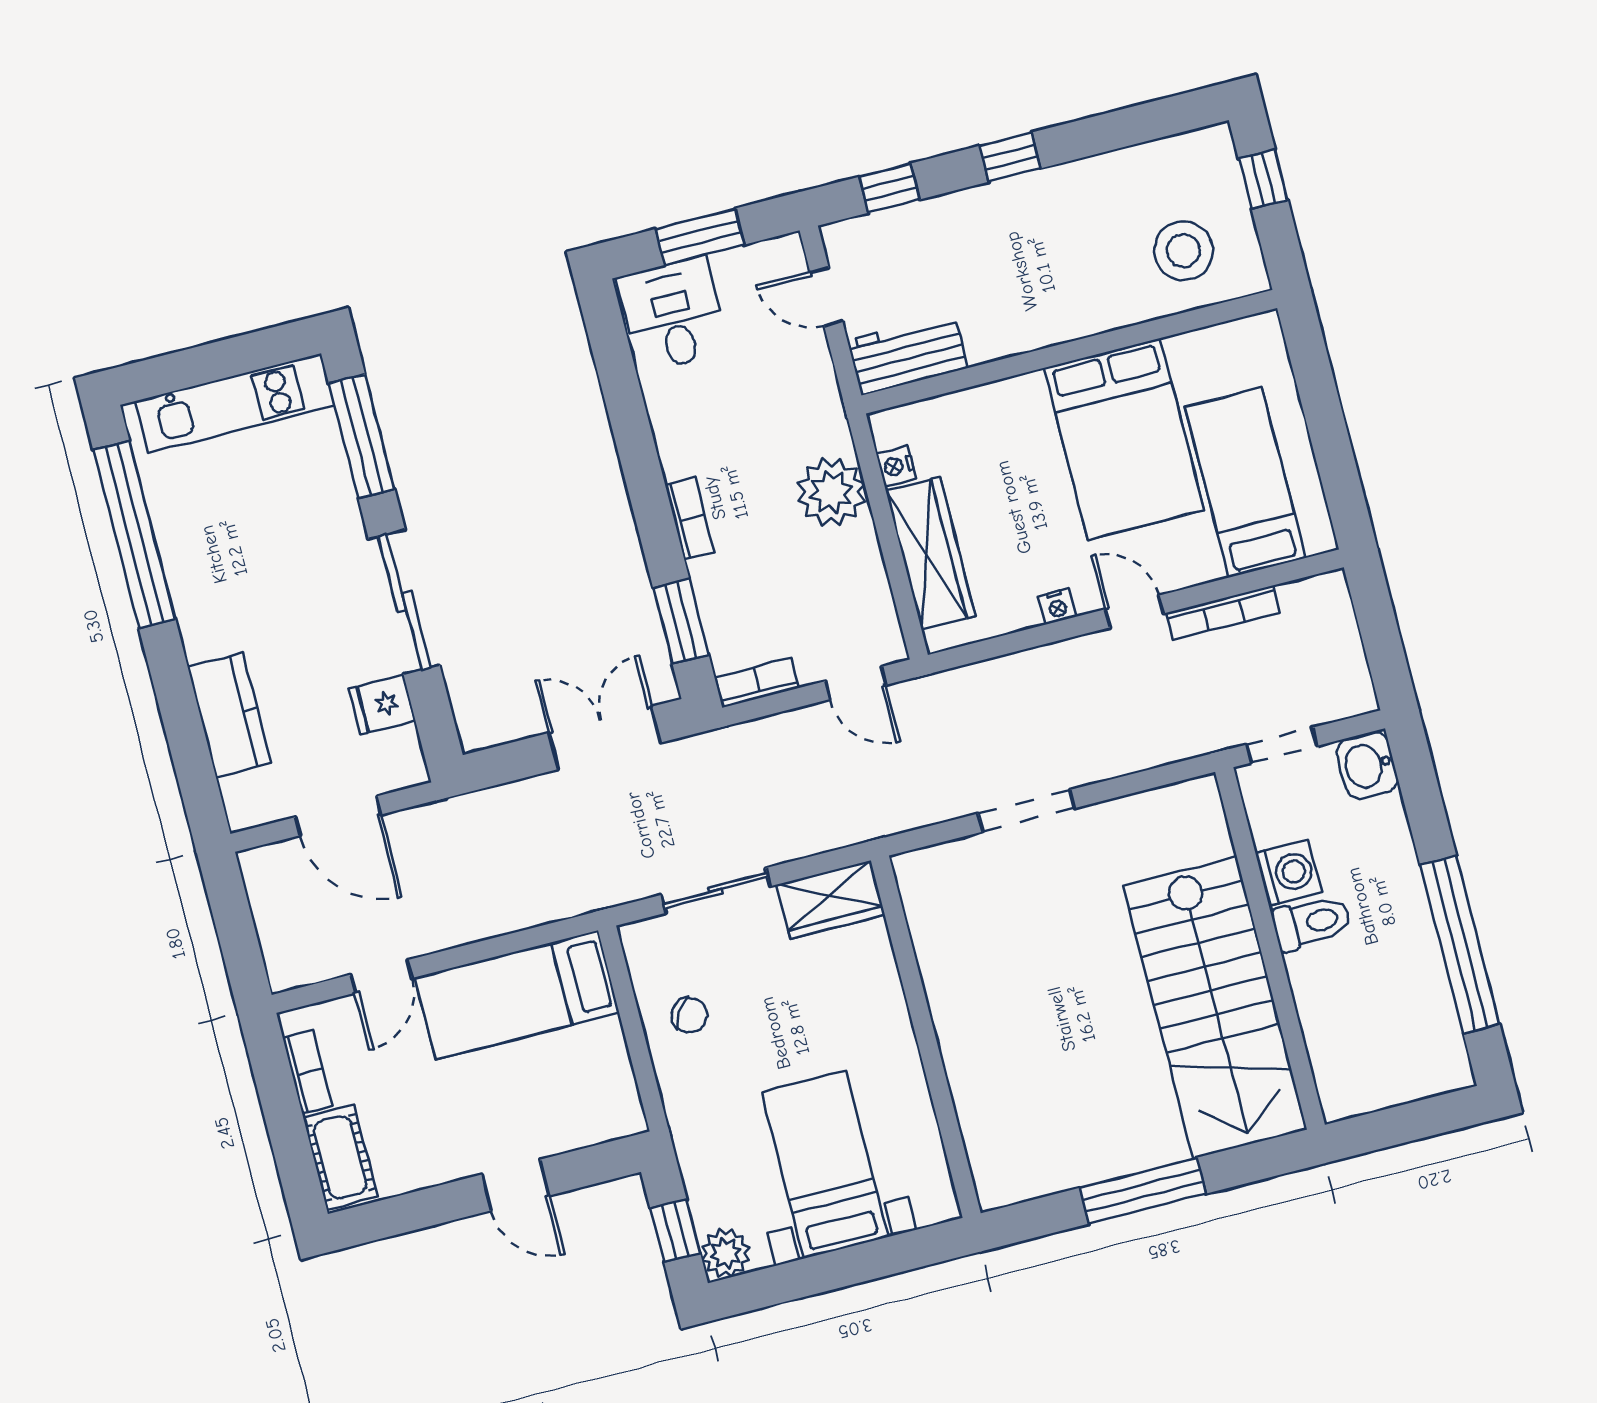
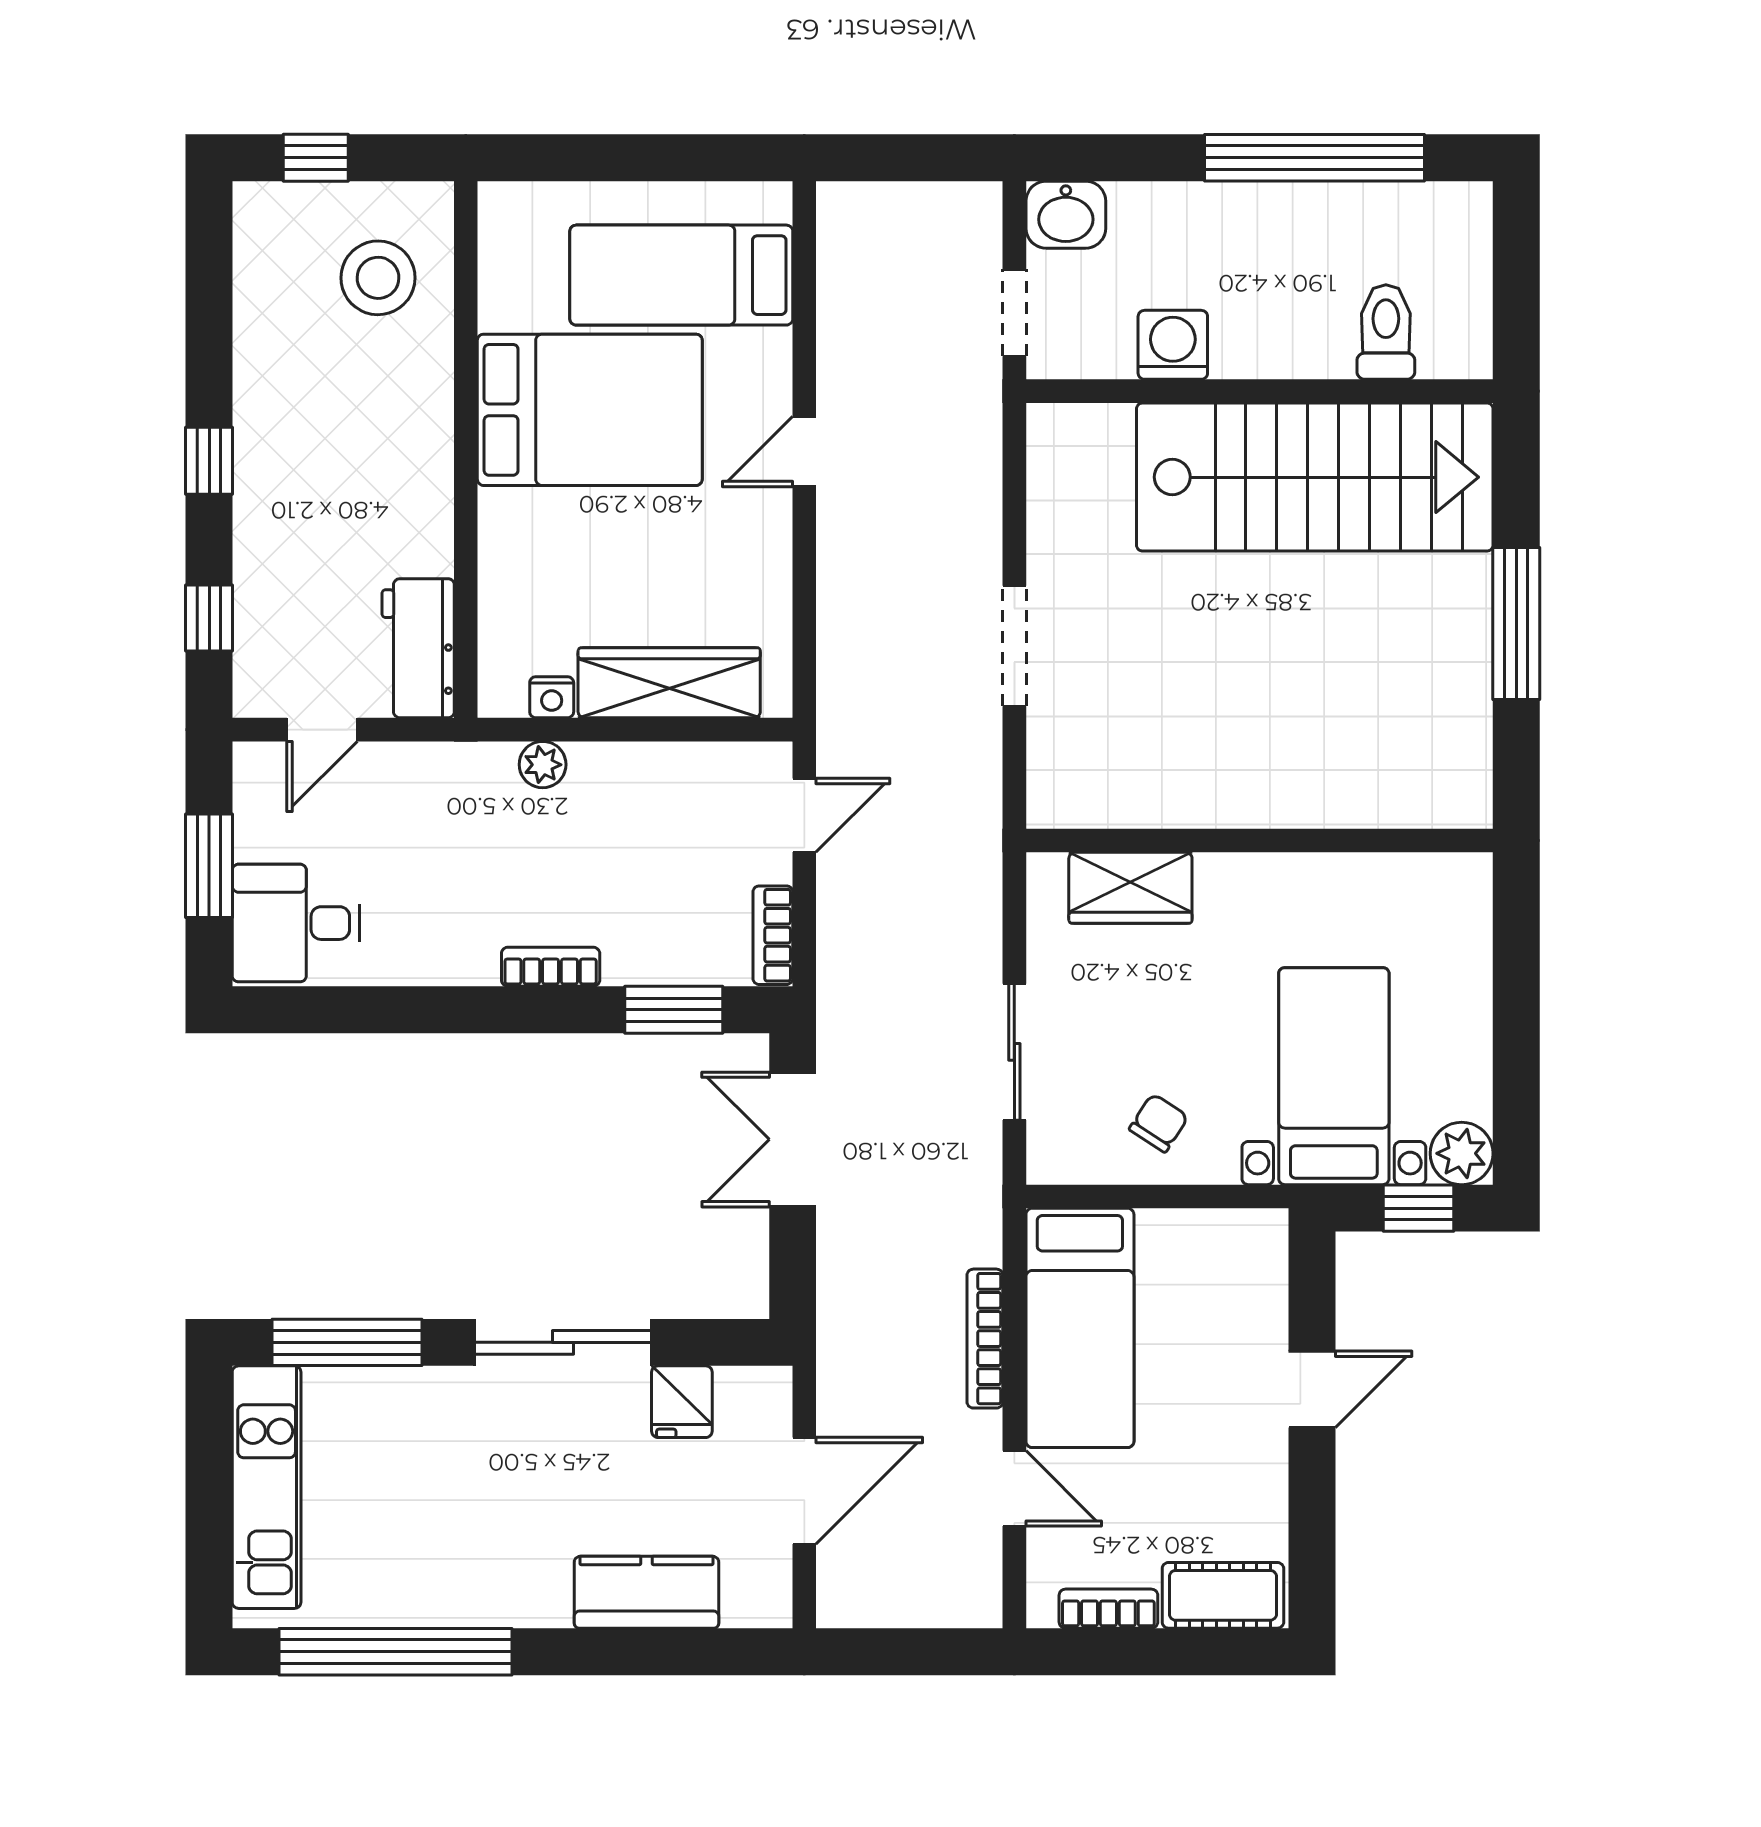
plant: (831, 492) -> (543, 765), width x0.53, depth x0.53
nightstand: (1057, 606) -> (774, 544), removed
bookcase: (1223, 613) -> (985, 1339), moved, turned 180
wardrobe: (831, 900) -> (1130, 888), moved, turned 90
toilet: (1312, 923) -> (1386, 332), moved
bed with nightstands: (825, 1165) -> (1334, 1076), moved, turned 90

